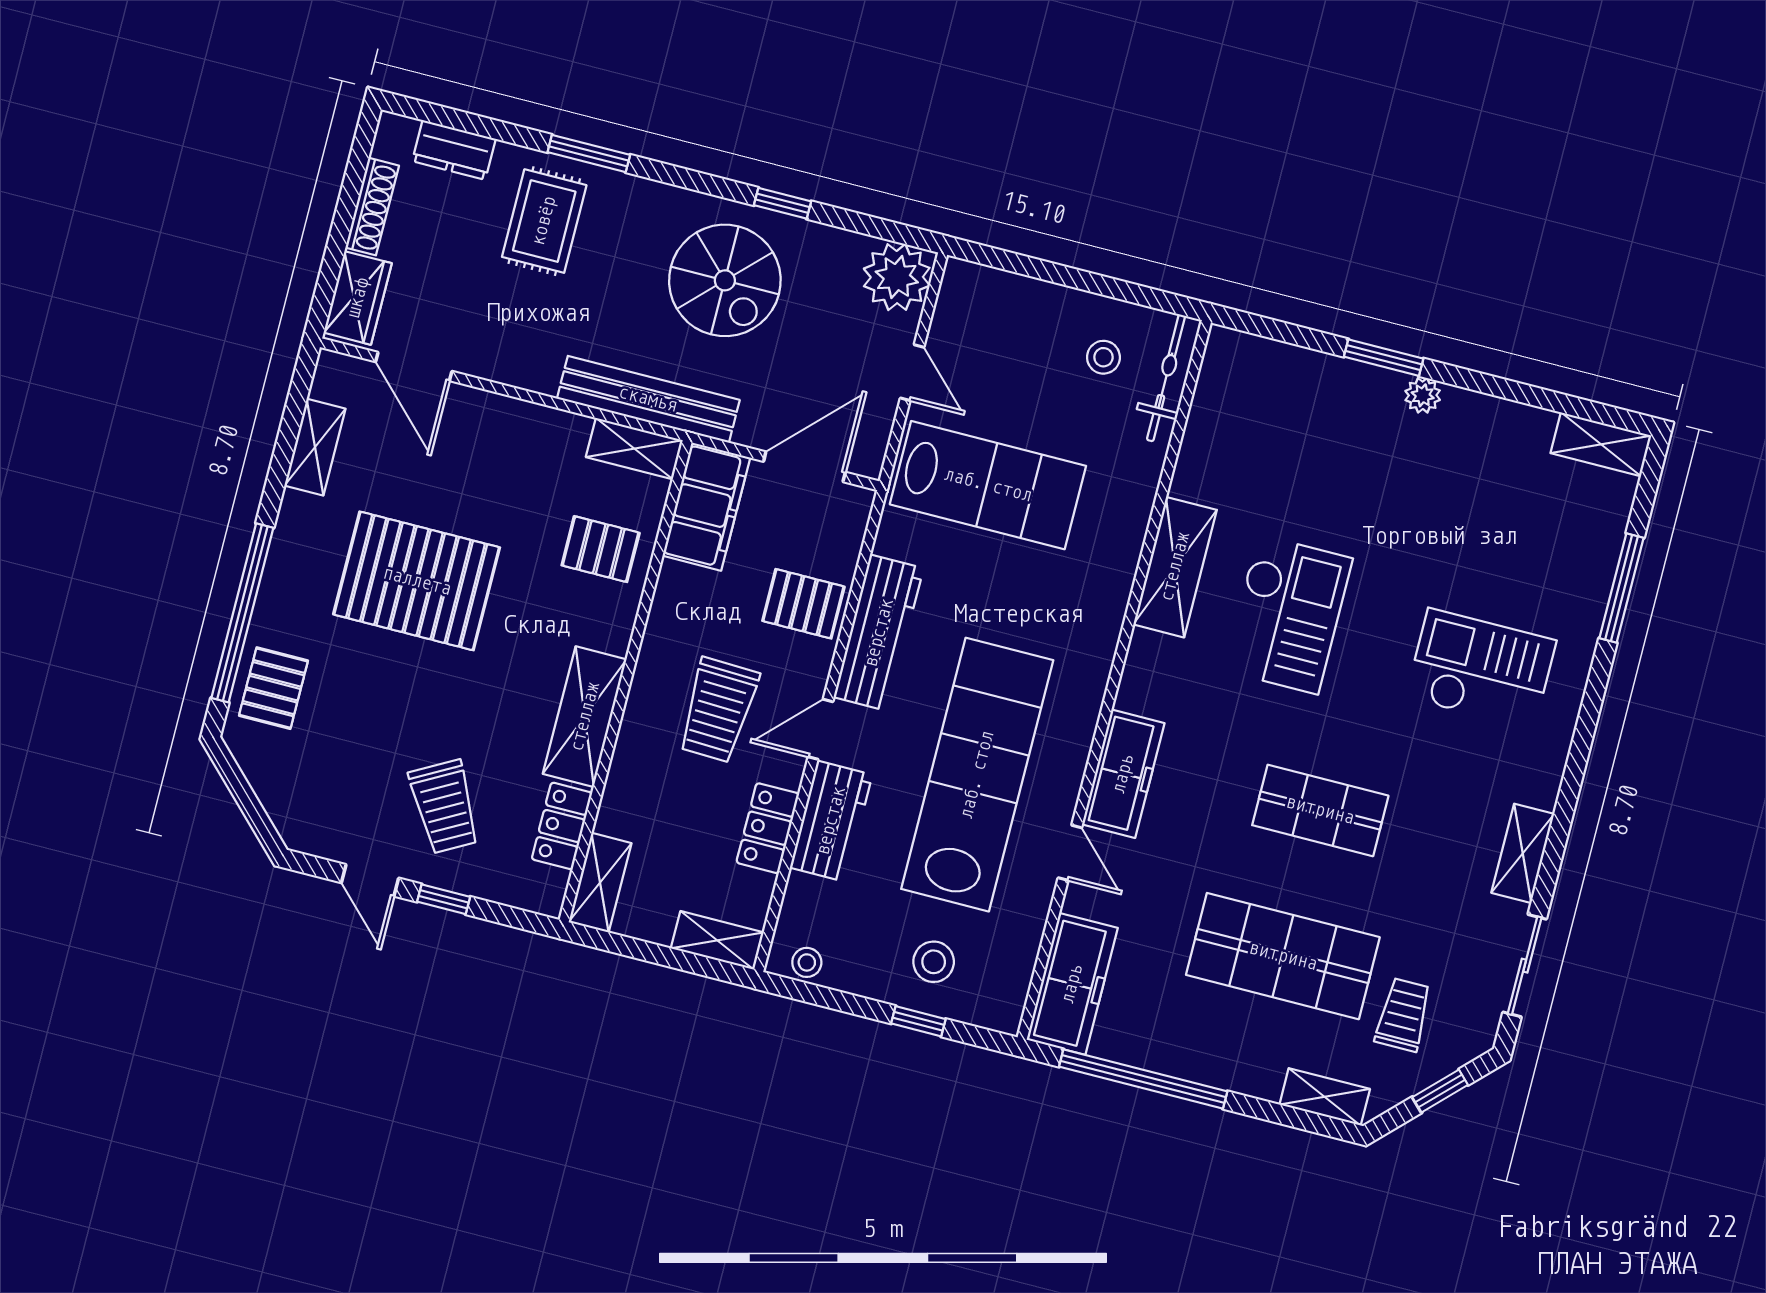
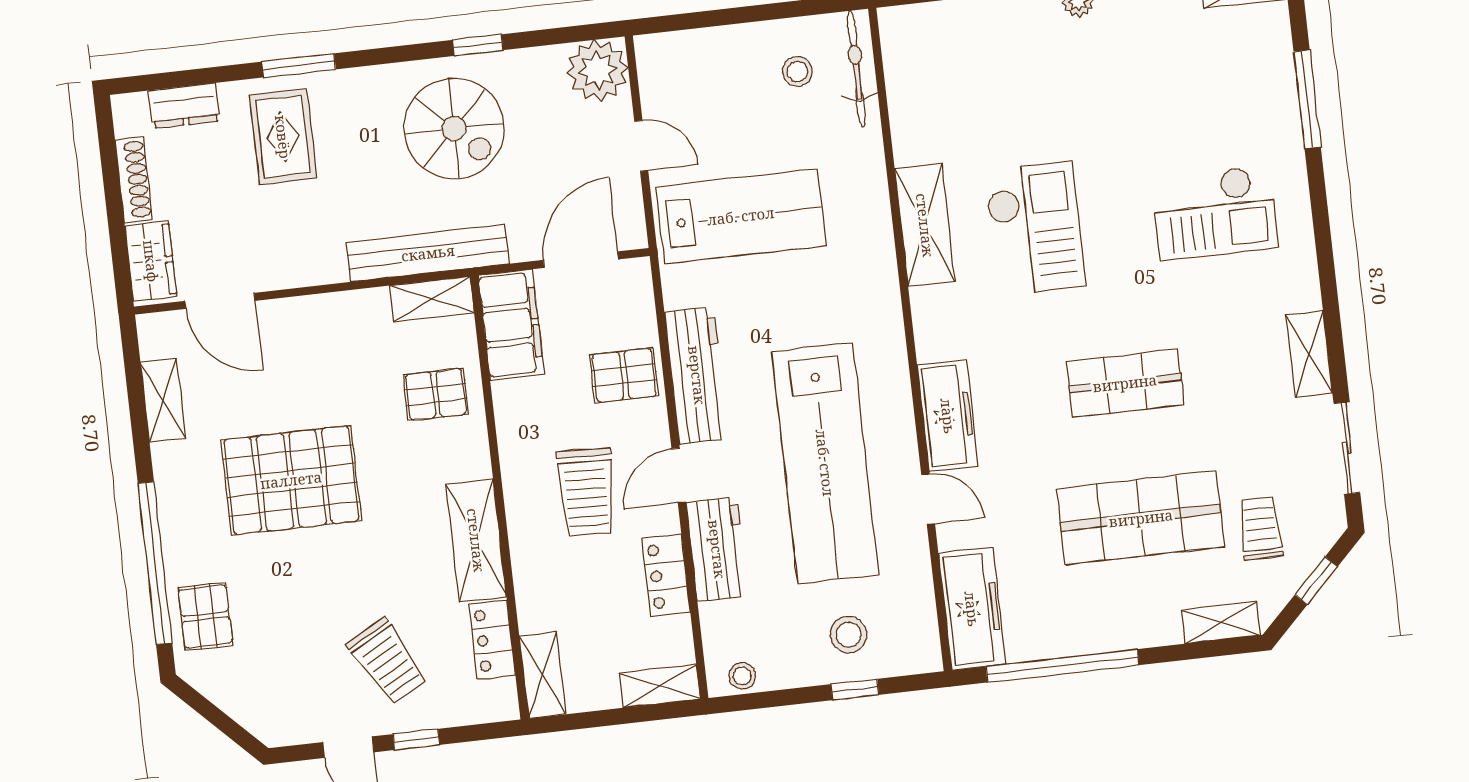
checkout: (1481, 669) -> (1215, 213), turned 180
lab bench: (977, 775) -> (825, 463), turned 180

